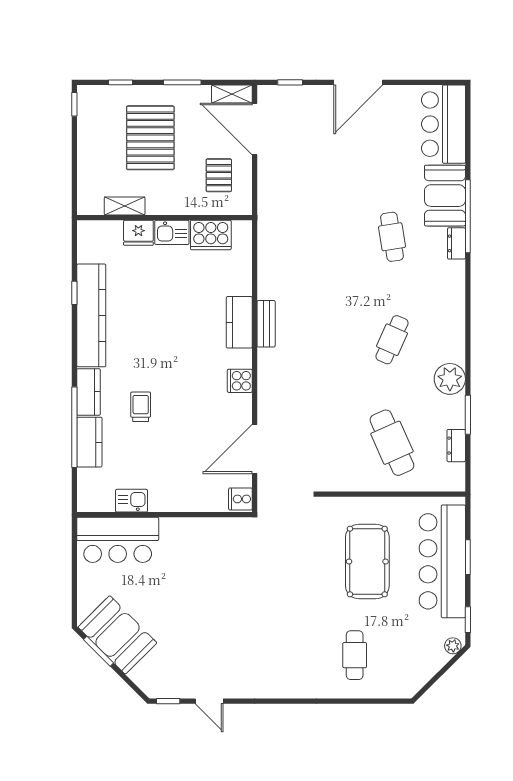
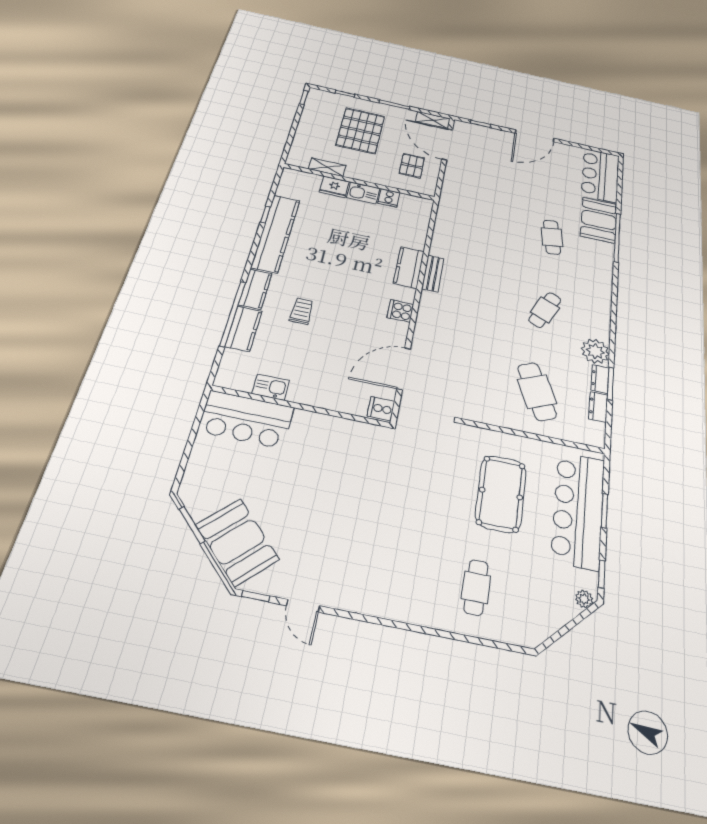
cooker: (211, 235) -> (389, 198), width x0.53, depth x0.76
dresser: (456, 243) -> (600, 379), moved
booth: (117, 635) -> (237, 542), moved

